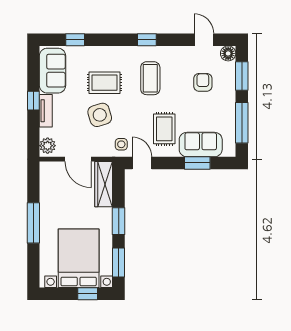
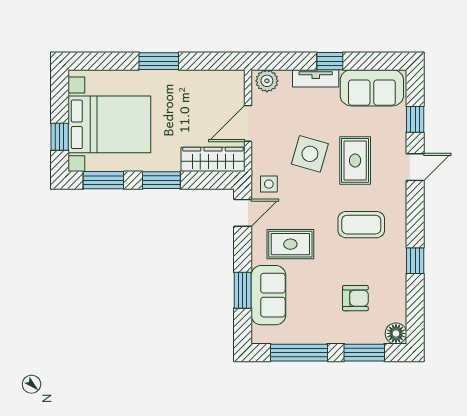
window: (147, 40) -> (415, 261), moved
door: (204, 40) -> (415, 167), moved
side table: (100, 115) -> (310, 154), turned 33
window: (33, 223) -> (159, 61), width x0.69

